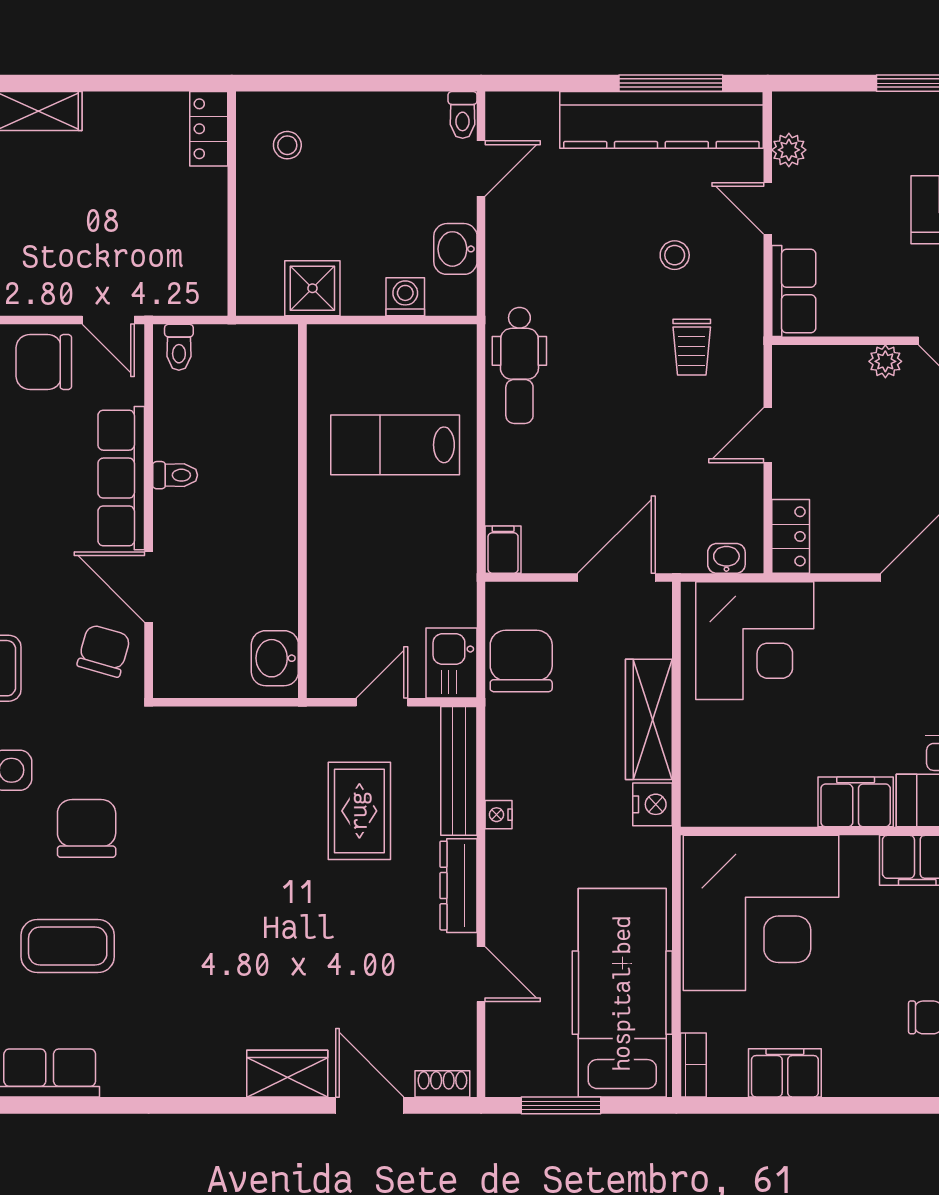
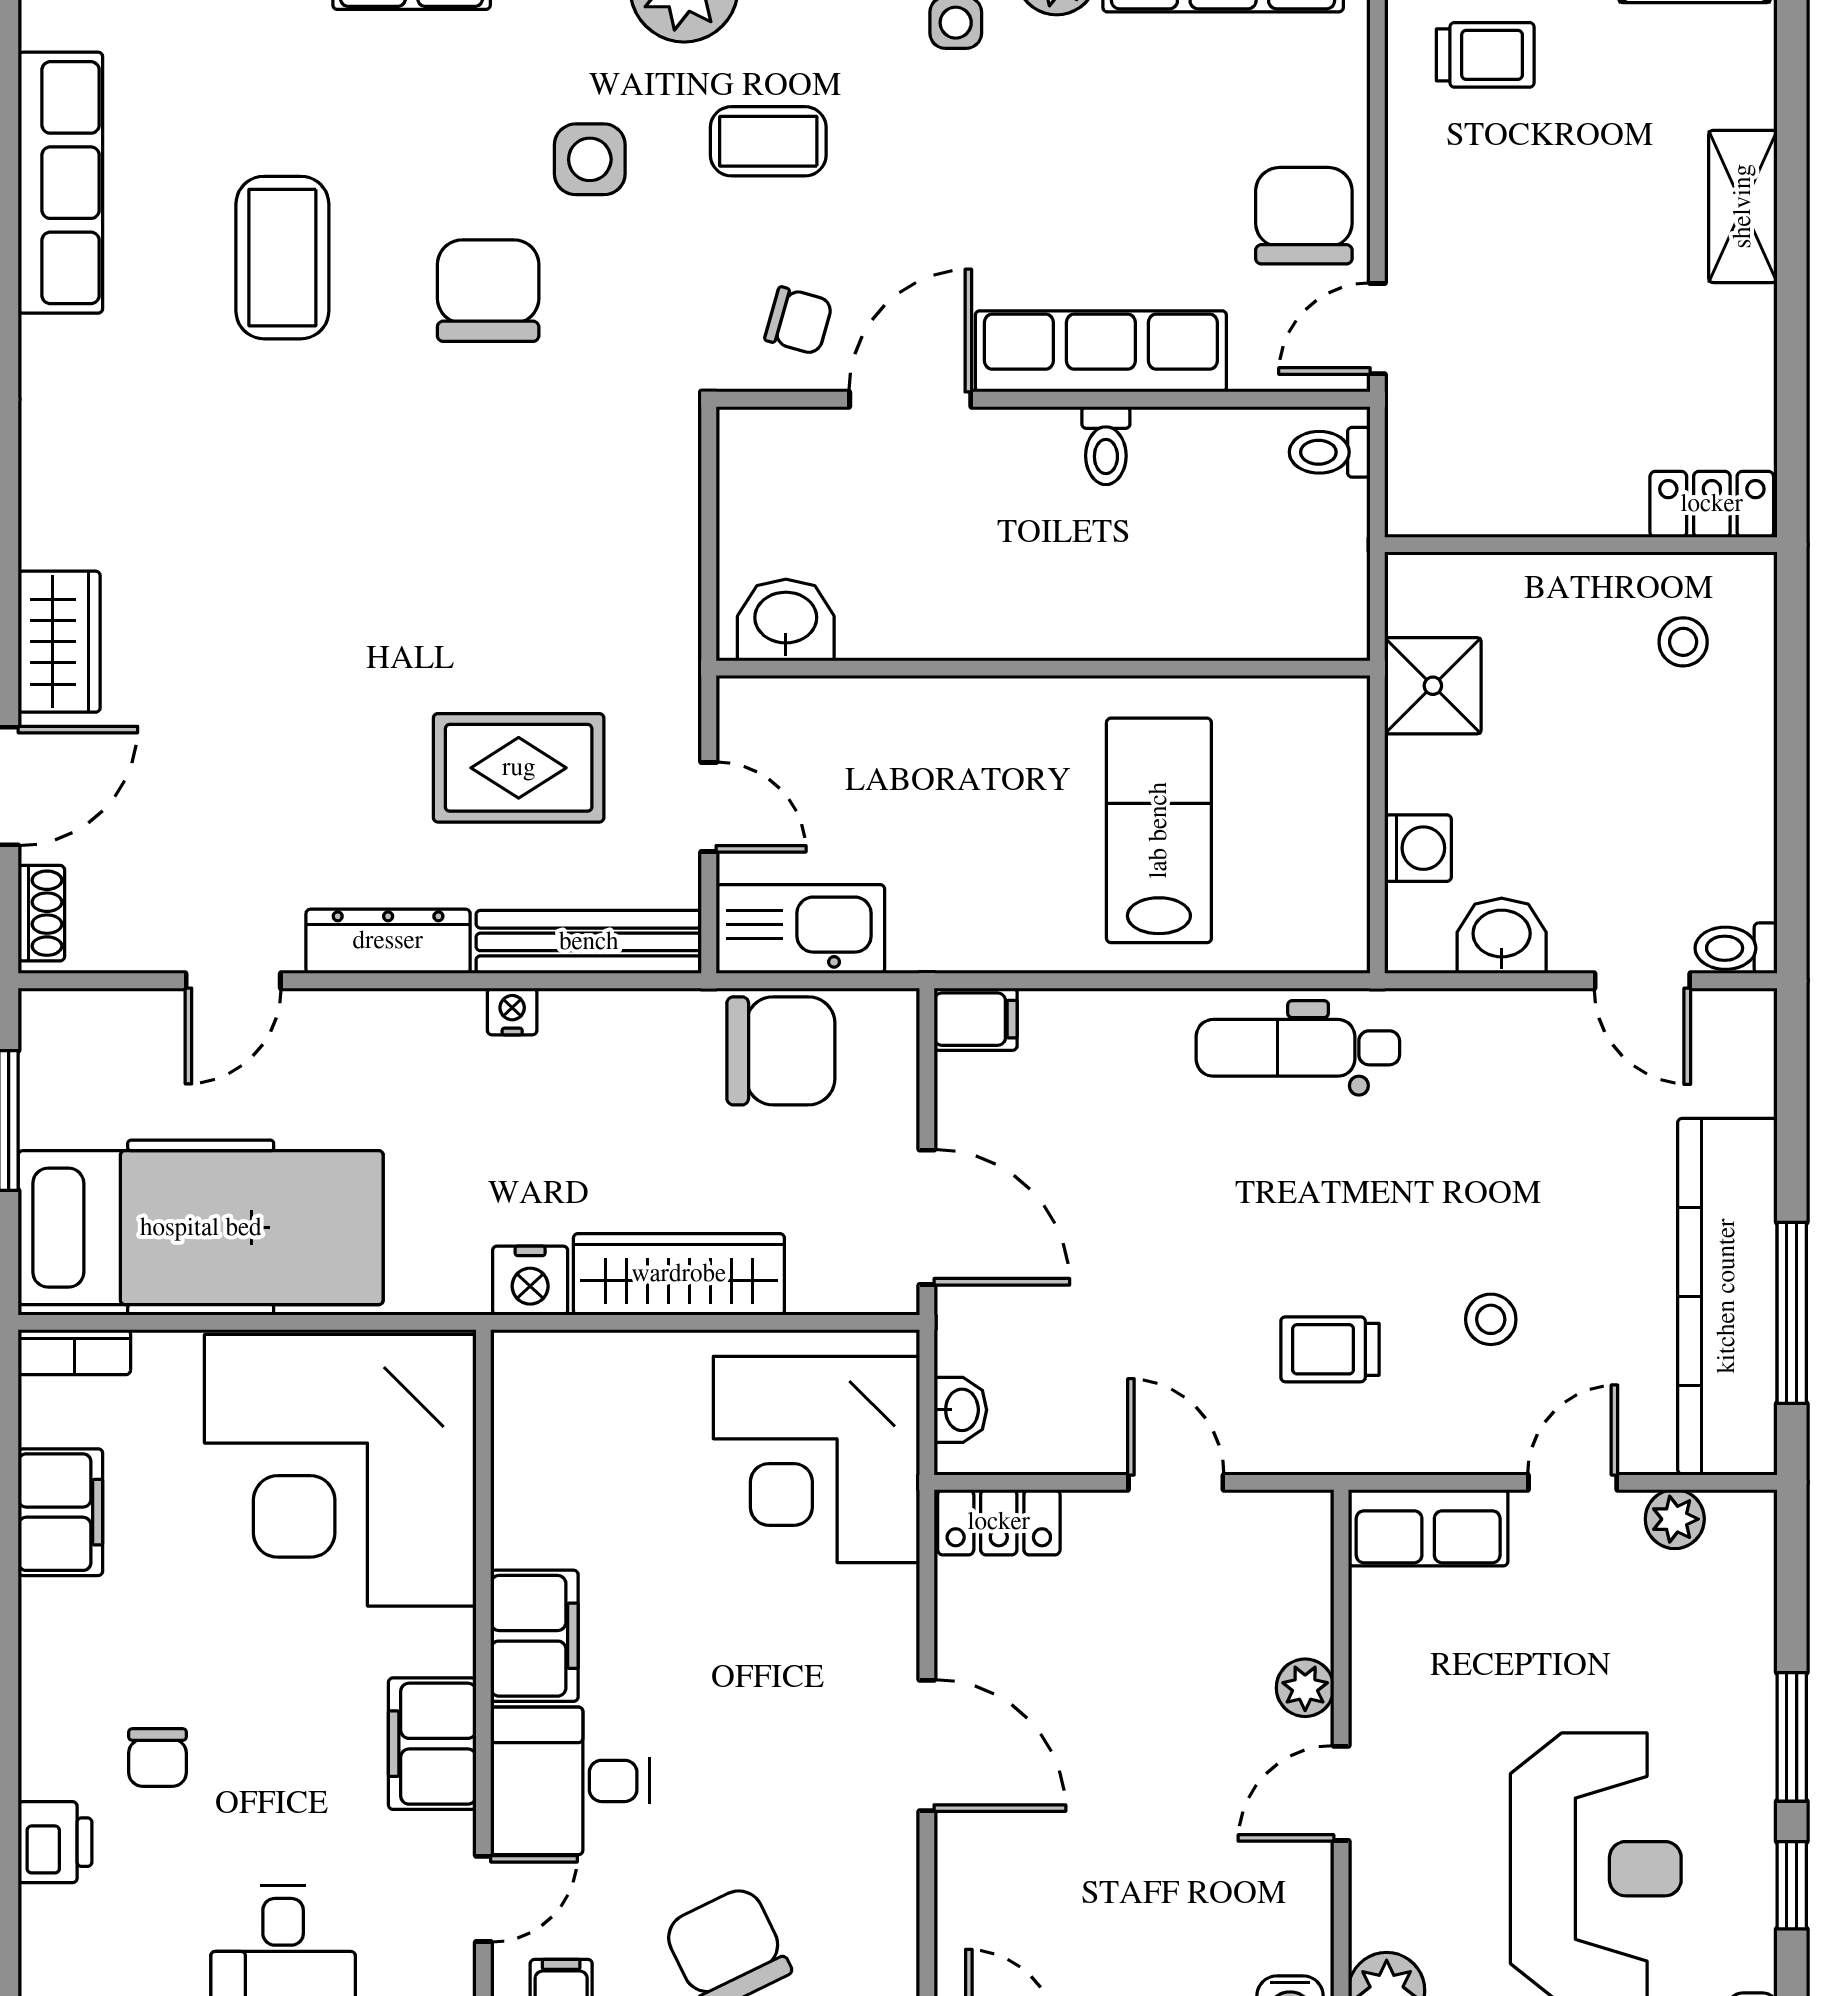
chair: (104, 651) -> (799, 321), width x0.73, depth x0.73
kitchen sink: (452, 663) -> (800, 929), width x1.38
chair: (87, 828) -> (488, 291), turned -90

